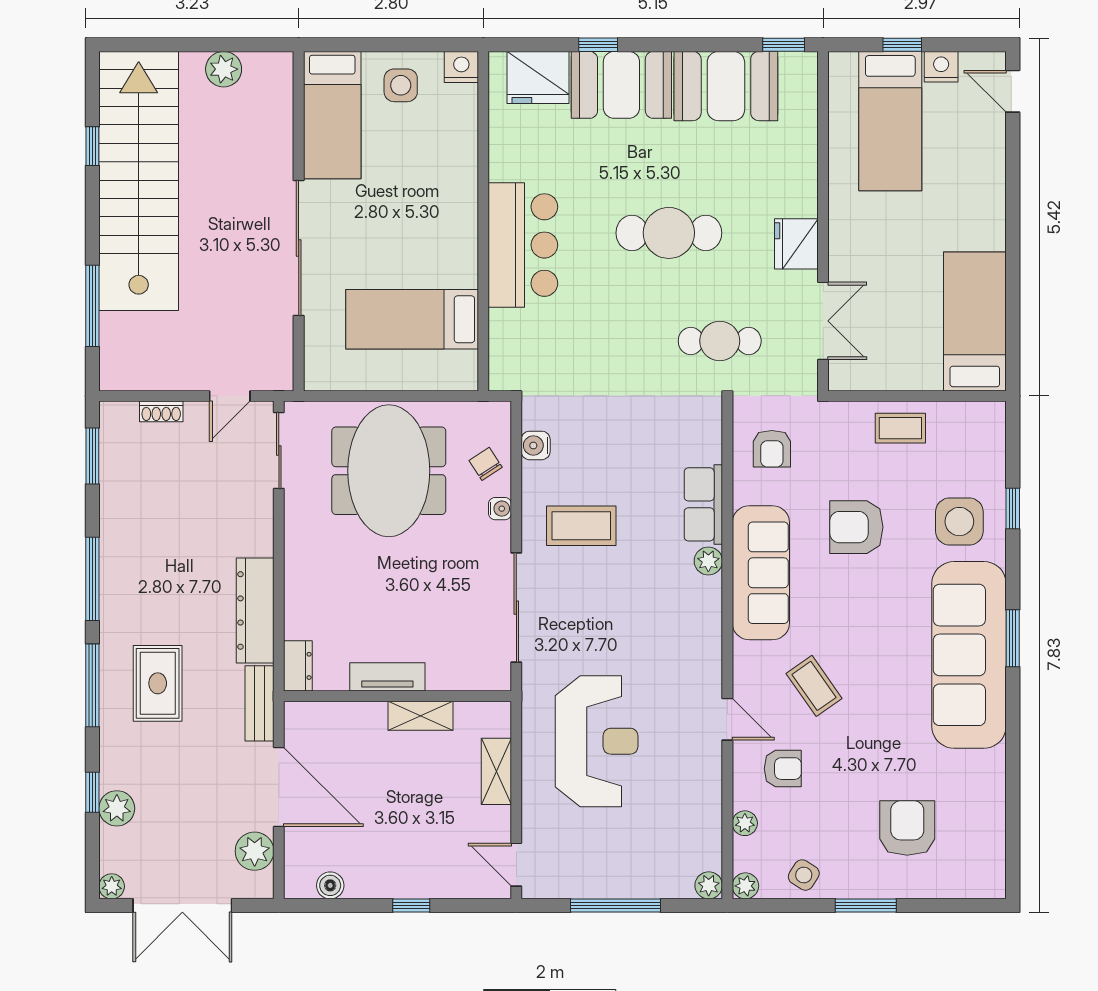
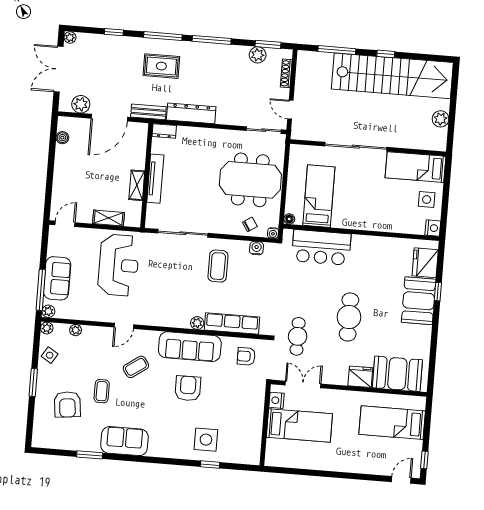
window: (784, 45) -> (431, 377), removed
window: (902, 45) -> (424, 460), moved
nightstand: (941, 67) -> (276, 400), moved, turned 180
booth: (726, 86) -> (397, 374), moved, turned 90
window: (92, 146) -> (386, 54), moved
fridge: (796, 244) -> (360, 377), moved
bar counter: (523, 245) -> (321, 247), moved
double door: (823, 321) -> (303, 384), swing flipped
bed: (975, 322) -> (299, 426), moved
floor lamp: (467, 380) -> (289, 219), added
shoe rack: (161, 411) -> (286, 73), width x1.43
coffee table: (900, 428) -> (102, 391), moved
row of seats: (703, 504) -> (232, 324), width x1.48
water cooler: (500, 509) -> (273, 233), moved
armchair: (856, 527) -> (188, 388), moved
window: (1013, 638) -> (90, 455), moved
sofa: (969, 655) -> (124, 441), width x0.54, depth x0.79
tv unit: (387, 677) -> (155, 179), width x1.41
reception desk: (597, 741) -> (119, 265), turned -90
armchair: (783, 769) -> (99, 350), removed
plant: (117, 808) -> (258, 55), moved
armchair: (907, 828) -> (67, 404), turned 84
sofa: (636, 872) -> (57, 278), added
window: (411, 906) -> (50, 174), removed
window: (615, 906) -> (41, 290), moved

